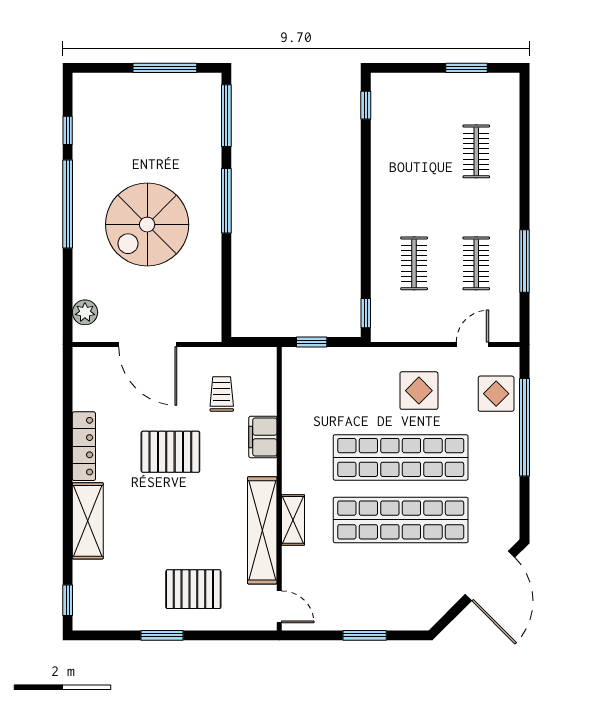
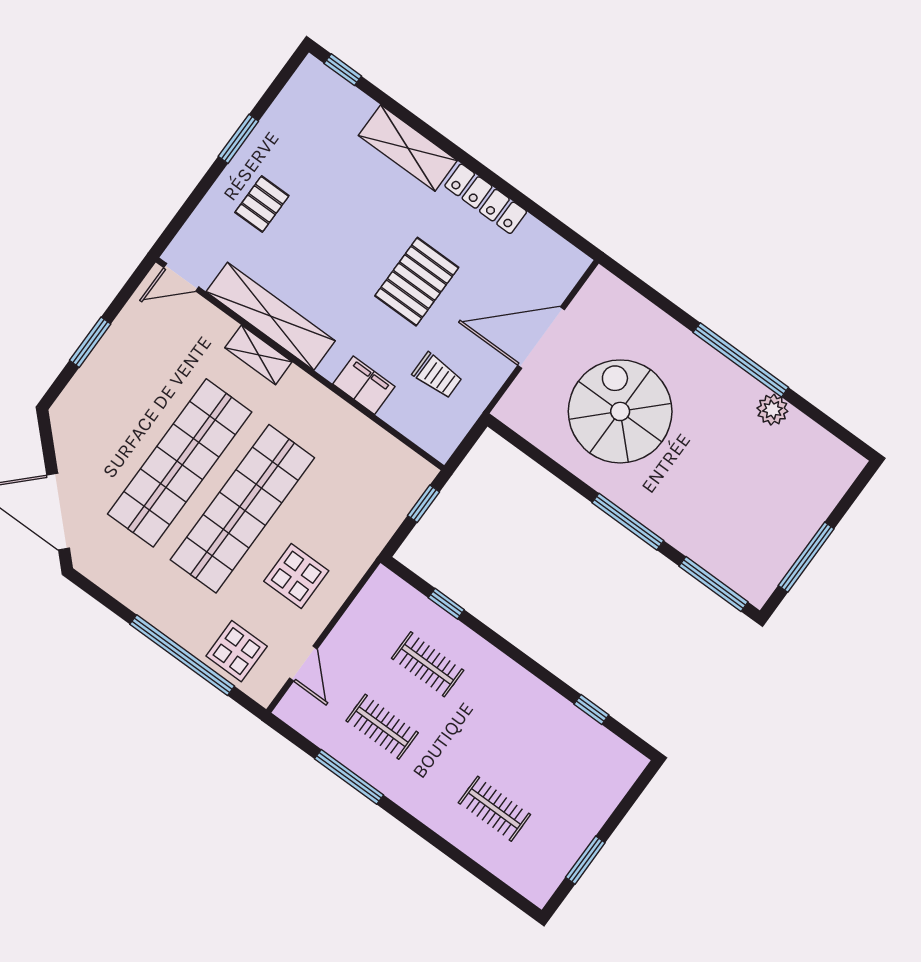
window: (366, 105) -> (591, 709), moved
window: (68, 130) -> (815, 414), removed
spiral stairs: (147, 225) -> (620, 411), moved
plant: (85, 312) -> (772, 410), moved
window: (366, 313) -> (446, 604), moved
pallet: (193, 589) -> (262, 204), width x0.67, depth x0.71

